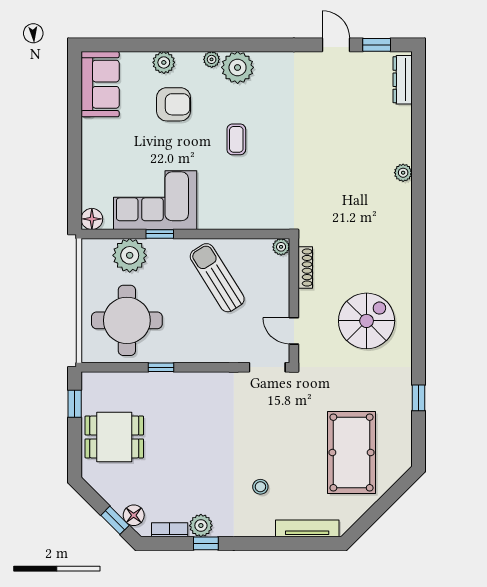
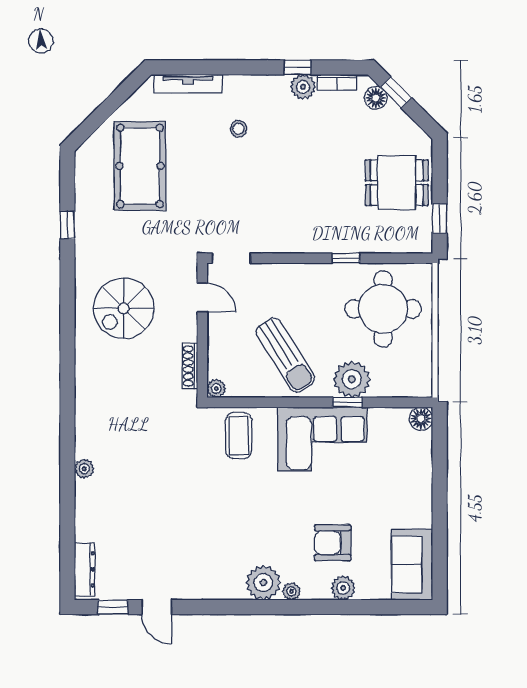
coffee table: (236, 139) -> (239, 436), moved, width x1.36, depth x1.30
corner sofa: (155, 200) -> (322, 439), moved
plant: (130, 255) -> (352, 379), moved

